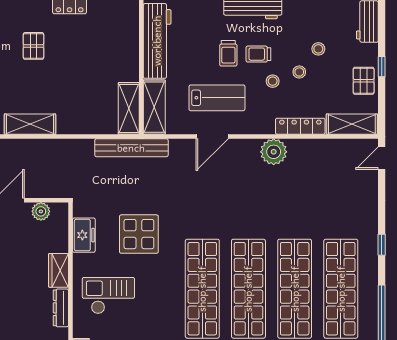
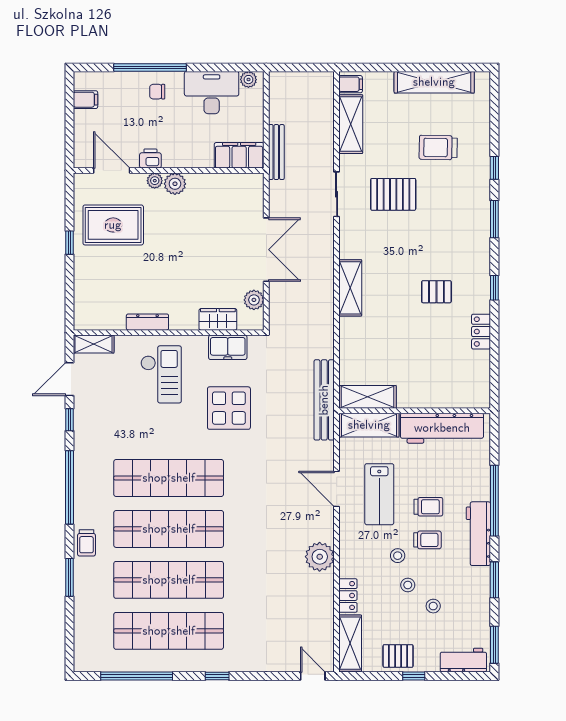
trolley: (228, 53) -> (428, 507), turned 180
trolley: (258, 54) -> (427, 540), turned 90
locker: (300, 126) -> (348, 596), width x0.66
wardrobe: (58, 270) -> (218, 319), moved

